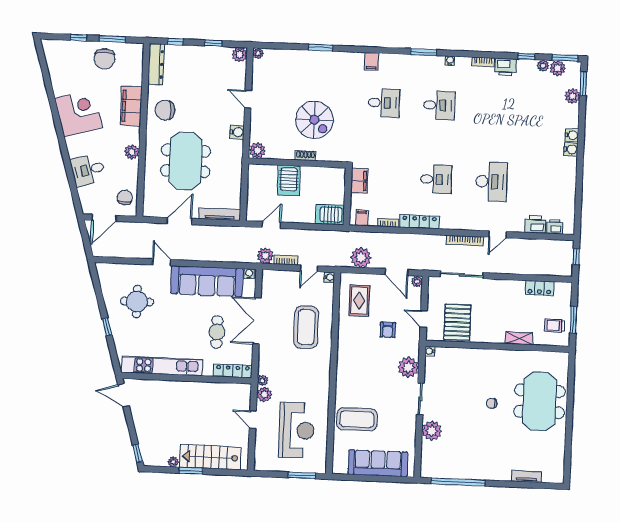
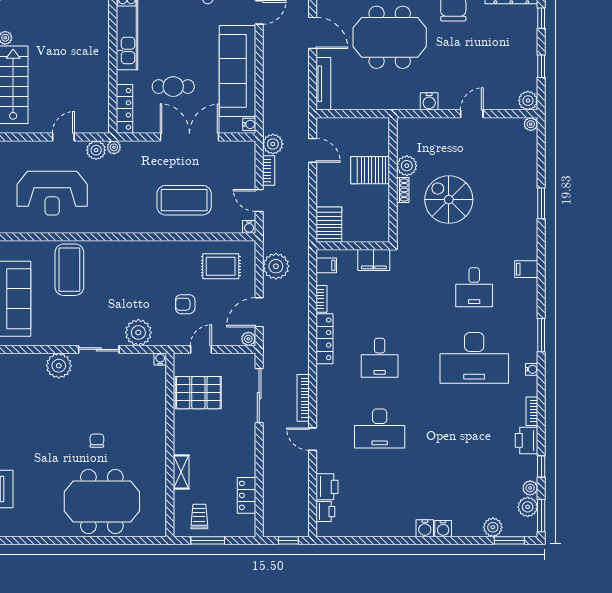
desk: (439, 105) -> (474, 358), width x1.87, depth x1.30
spiral stairs: (314, 120) -> (449, 200), turned 90
plant: (257, 150) -> (407, 166), moved

